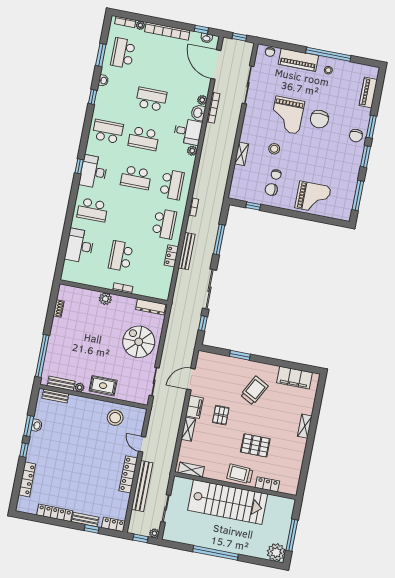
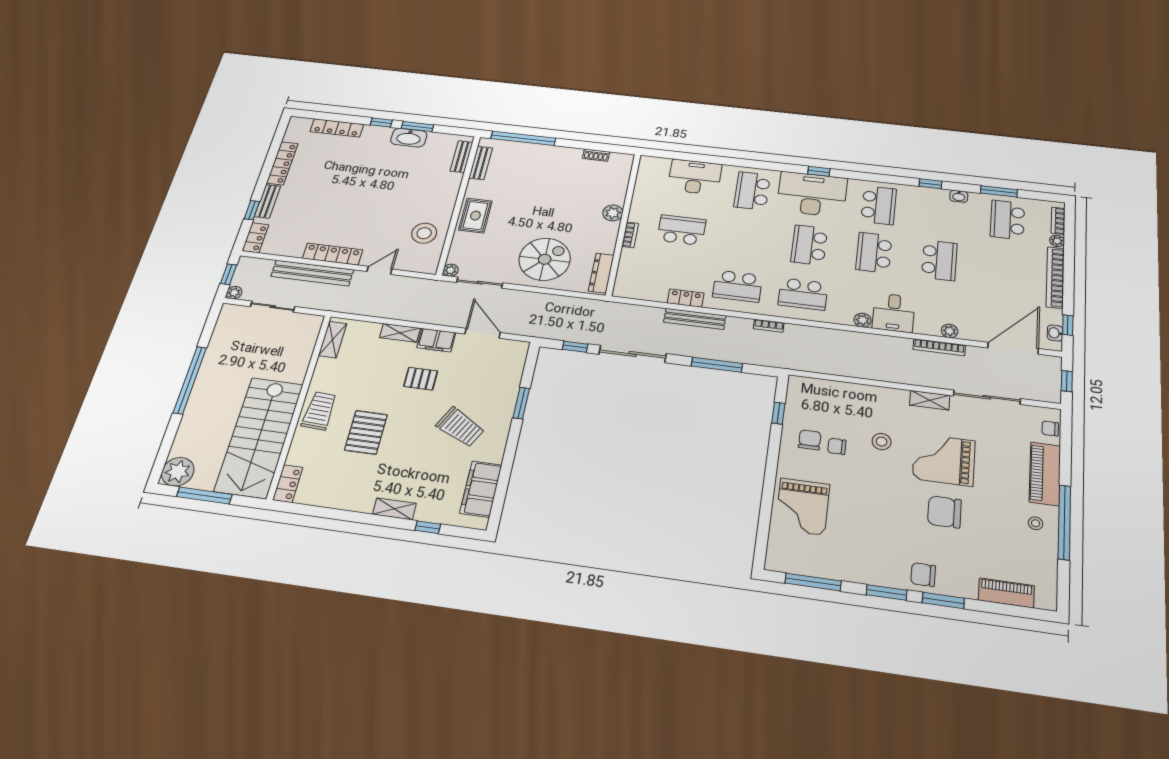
school desk: (123, 53) -> (1007, 220), turned -90
washbasin: (198, 113) -> (927, 326), removed
shelving: (242, 154) -> (930, 400), moved
desk: (93, 172) -> (812, 194), width x1.36, depth x1.30
plant: (80, 387) -> (451, 270), moved
window: (317, 407) -> (428, 527), added
washbasin: (37, 425) -> (409, 138), width x1.91, depth x1.45
locker: (267, 484) -> (288, 484), moved
stairs: (228, 502) -> (259, 437), moved

